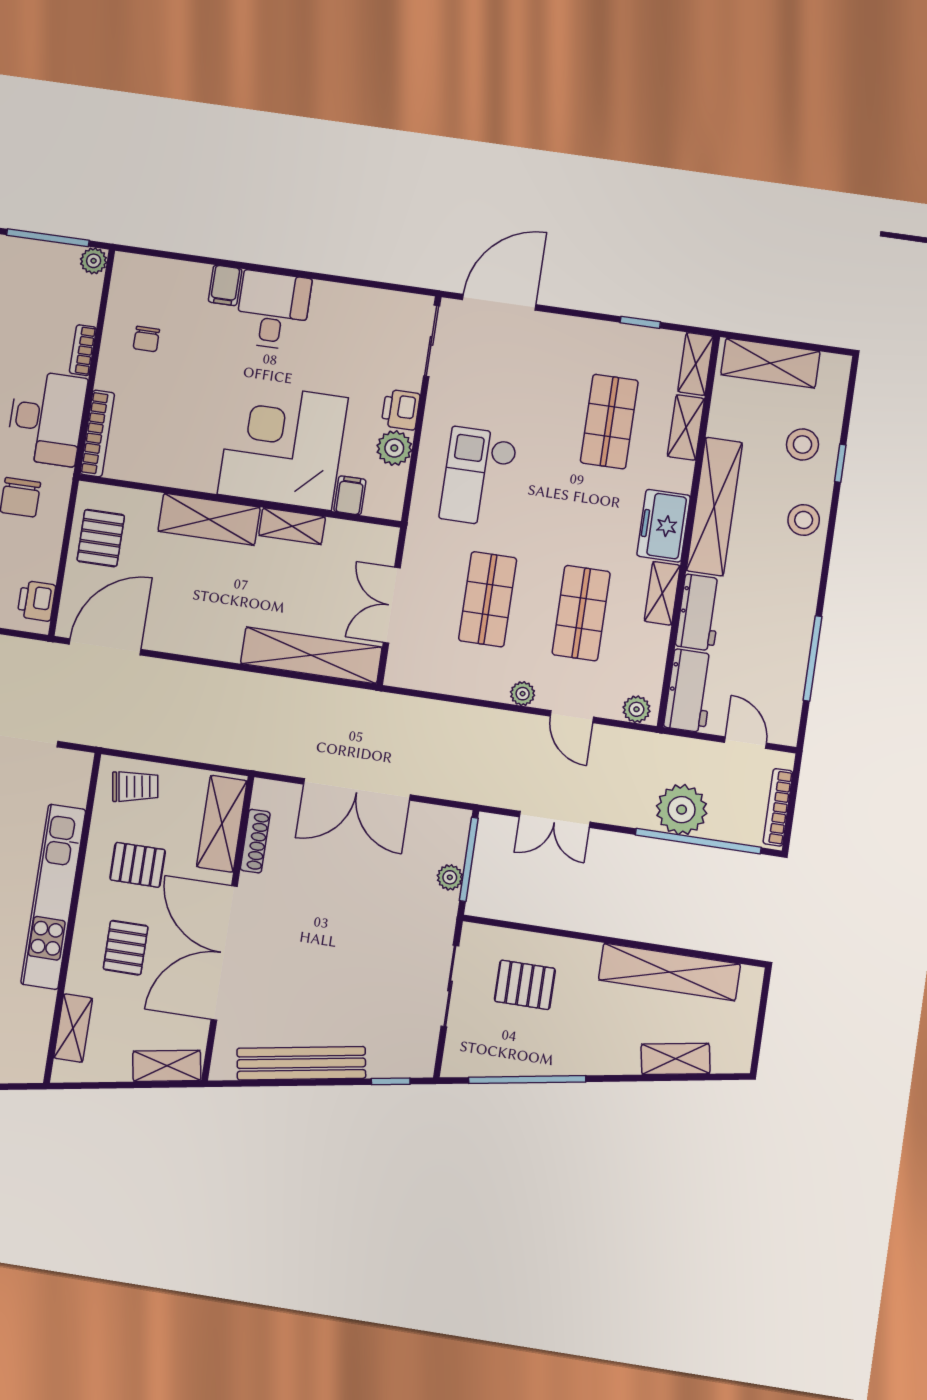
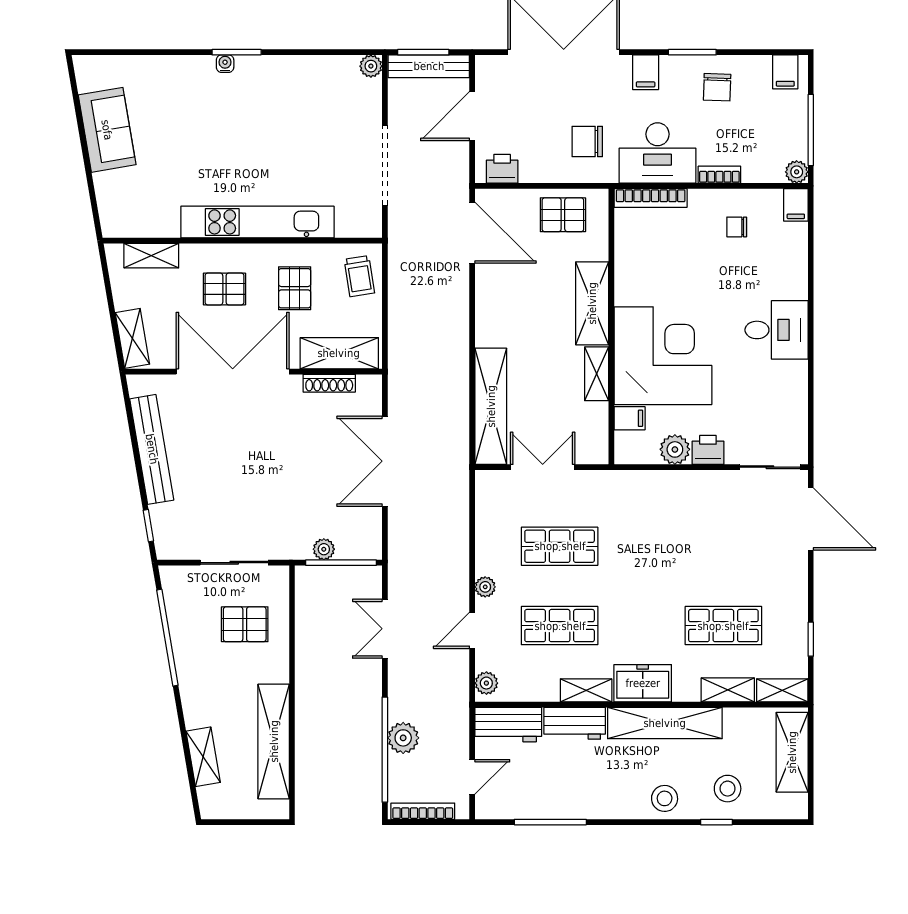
filing cabinet: (225, 285) -> (796, 205), moved, turned -90
checkout: (478, 477) -> (661, 523), removed
plant: (682, 810) -> (403, 738), width x0.73, depth x0.73
pallet: (525, 985) -> (245, 624), turned 90

